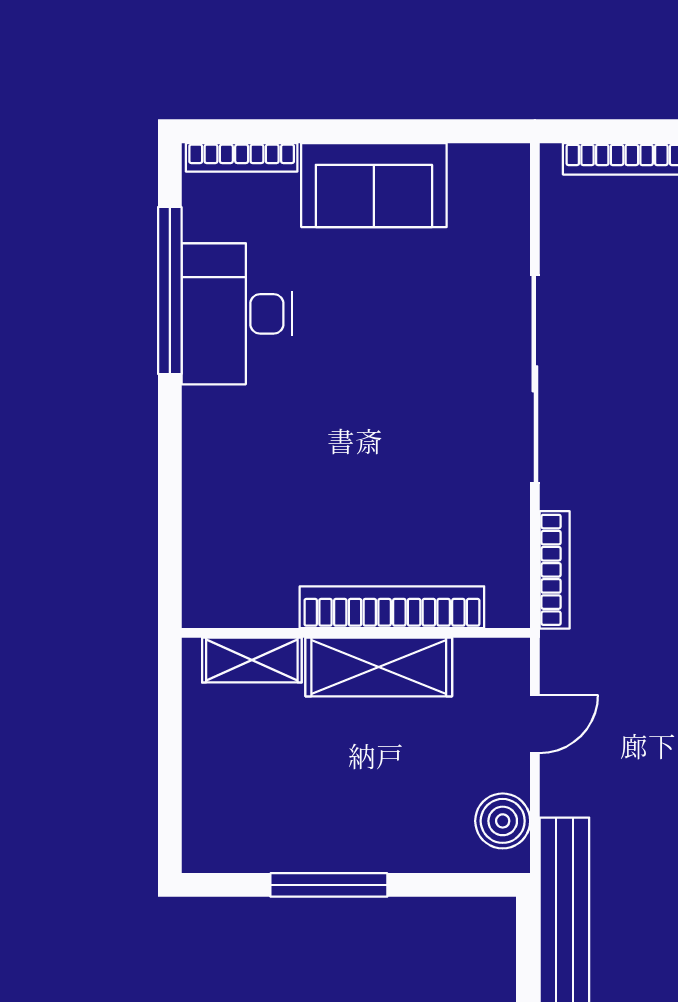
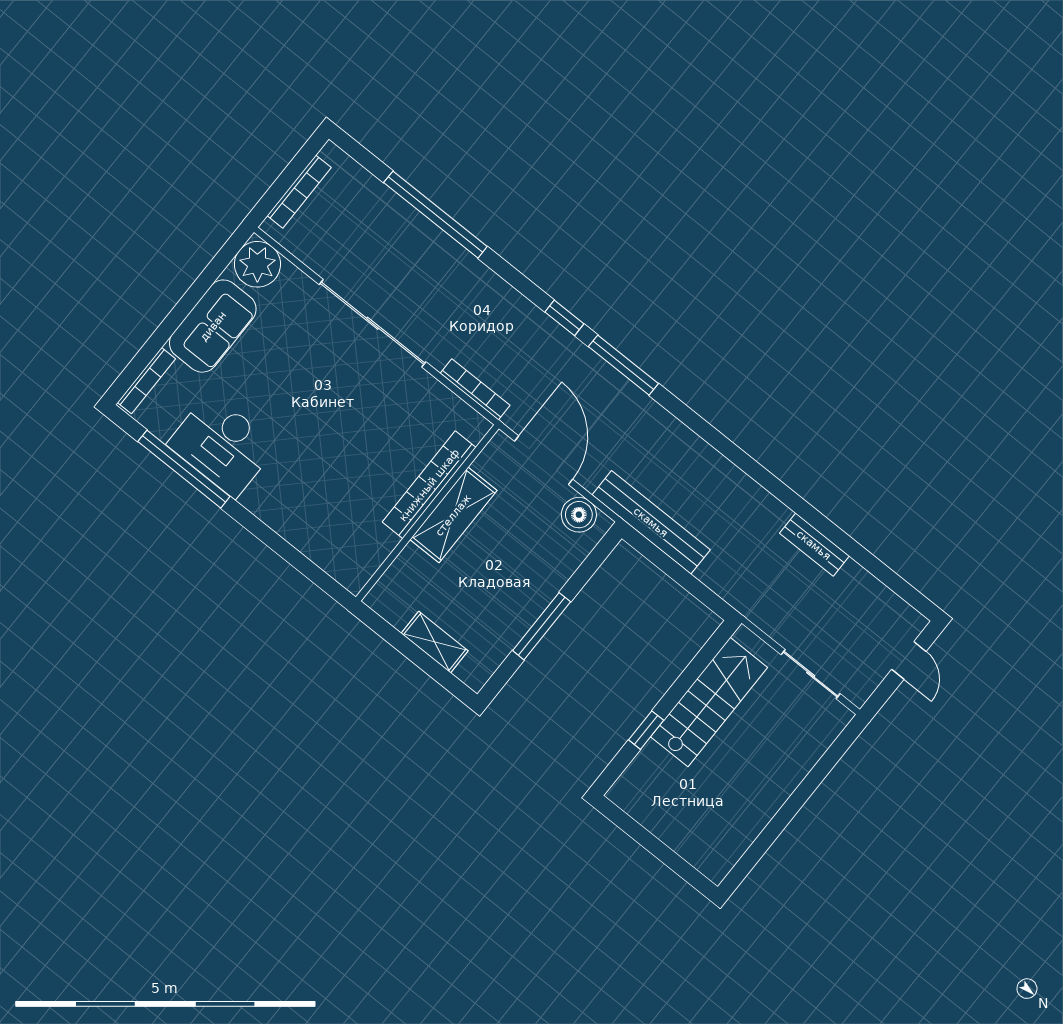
plant: (494, 179) -> (257, 264), added
shelving: (252, 660) -> (435, 642), moved, turned 90
door: (535, 724) -> (544, 460), width x1.88

